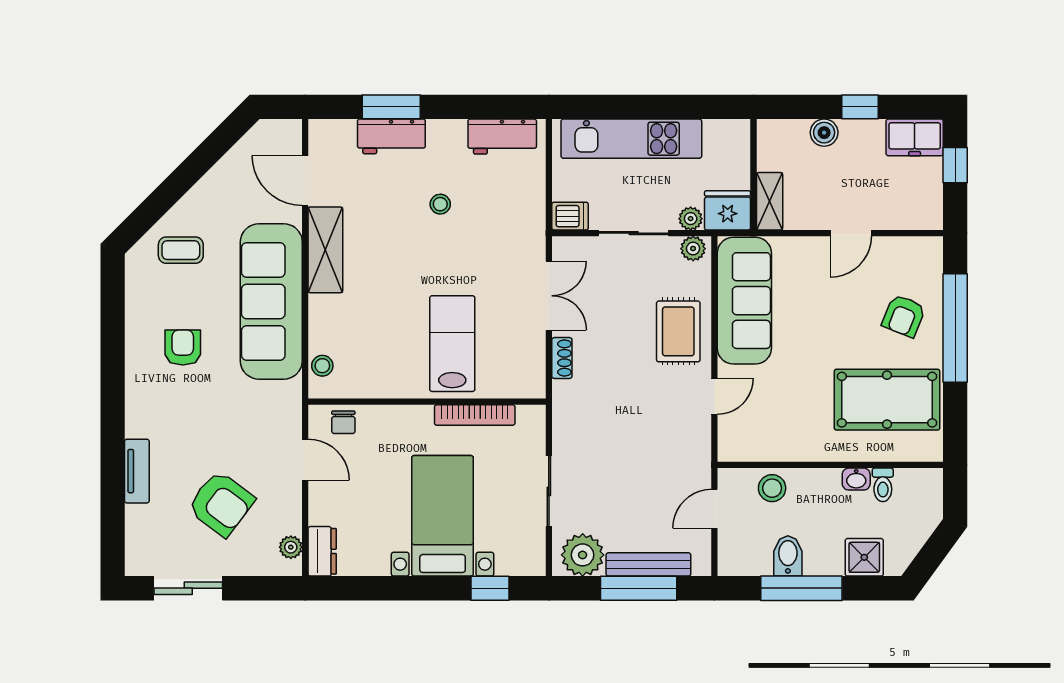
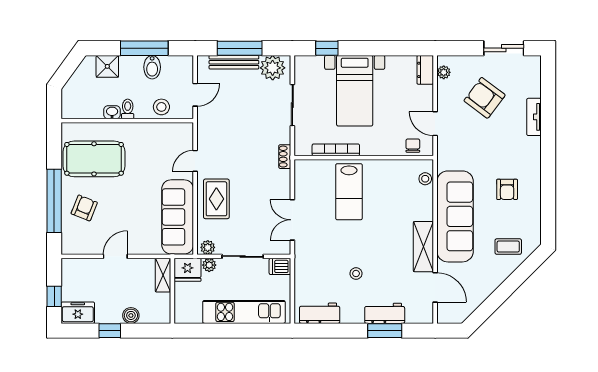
shoe rack: (562, 358) -> (285, 157), moved
toilet: (883, 485) -> (128, 109), moved

